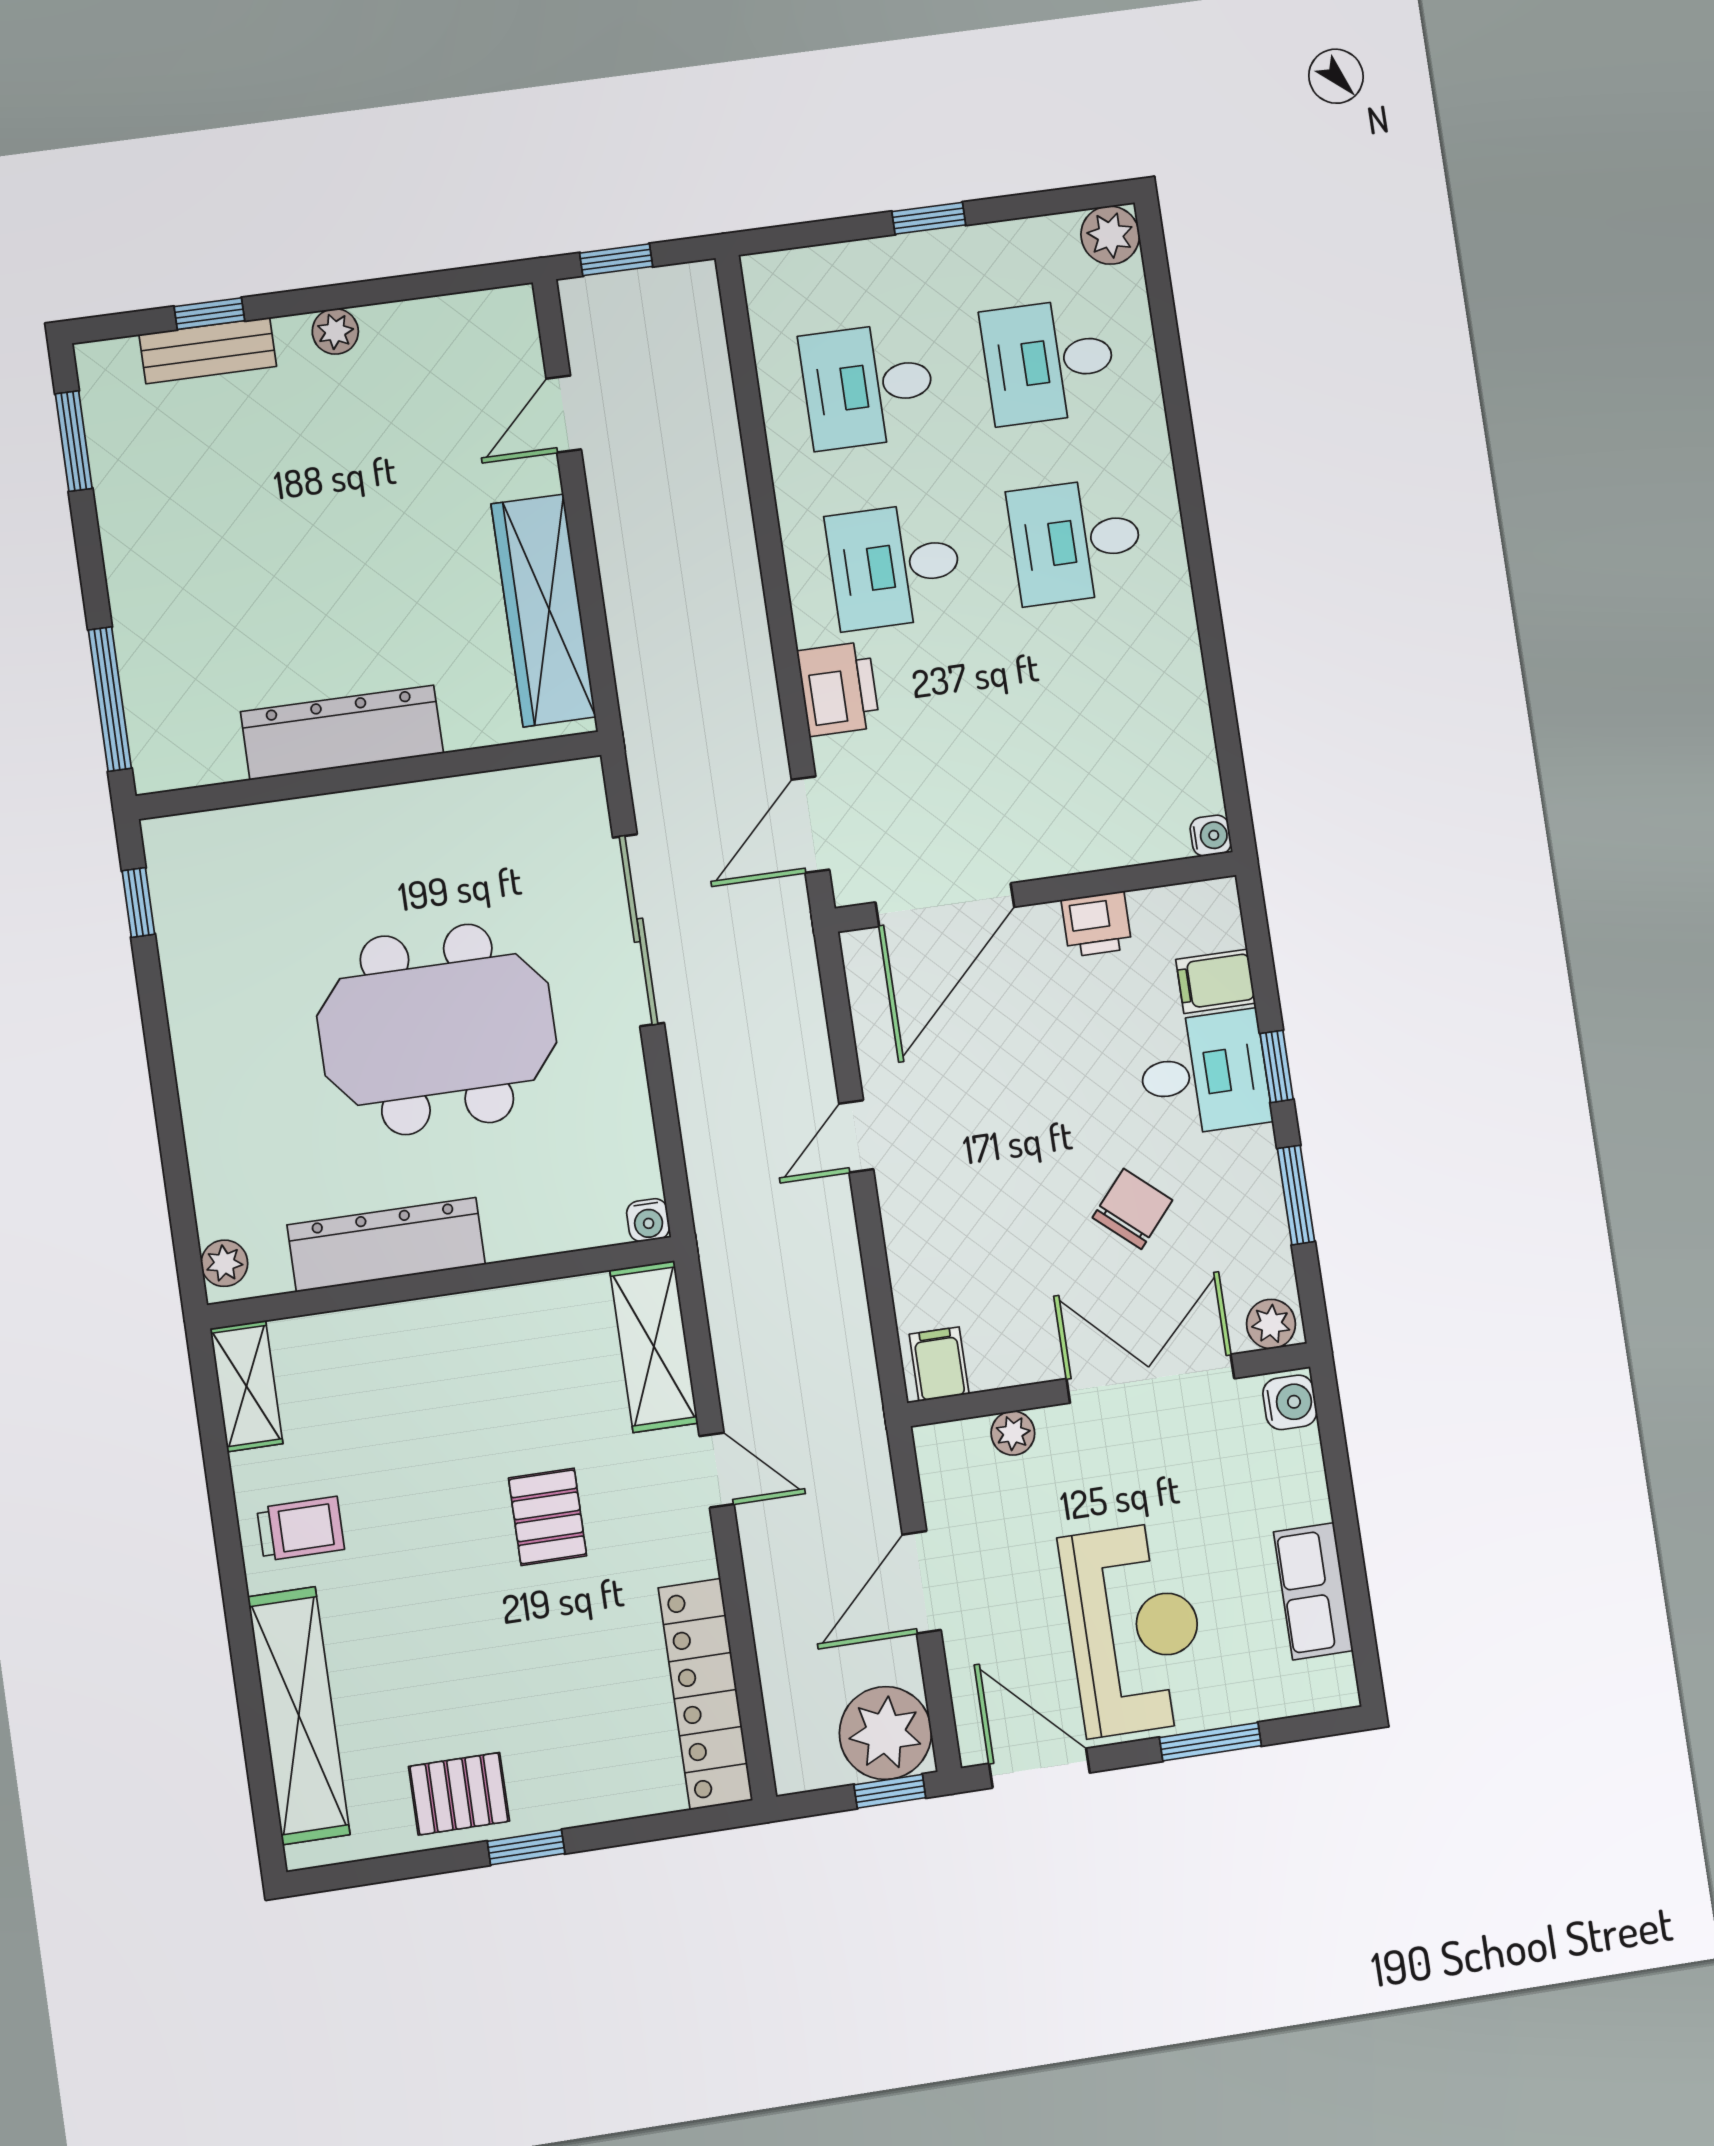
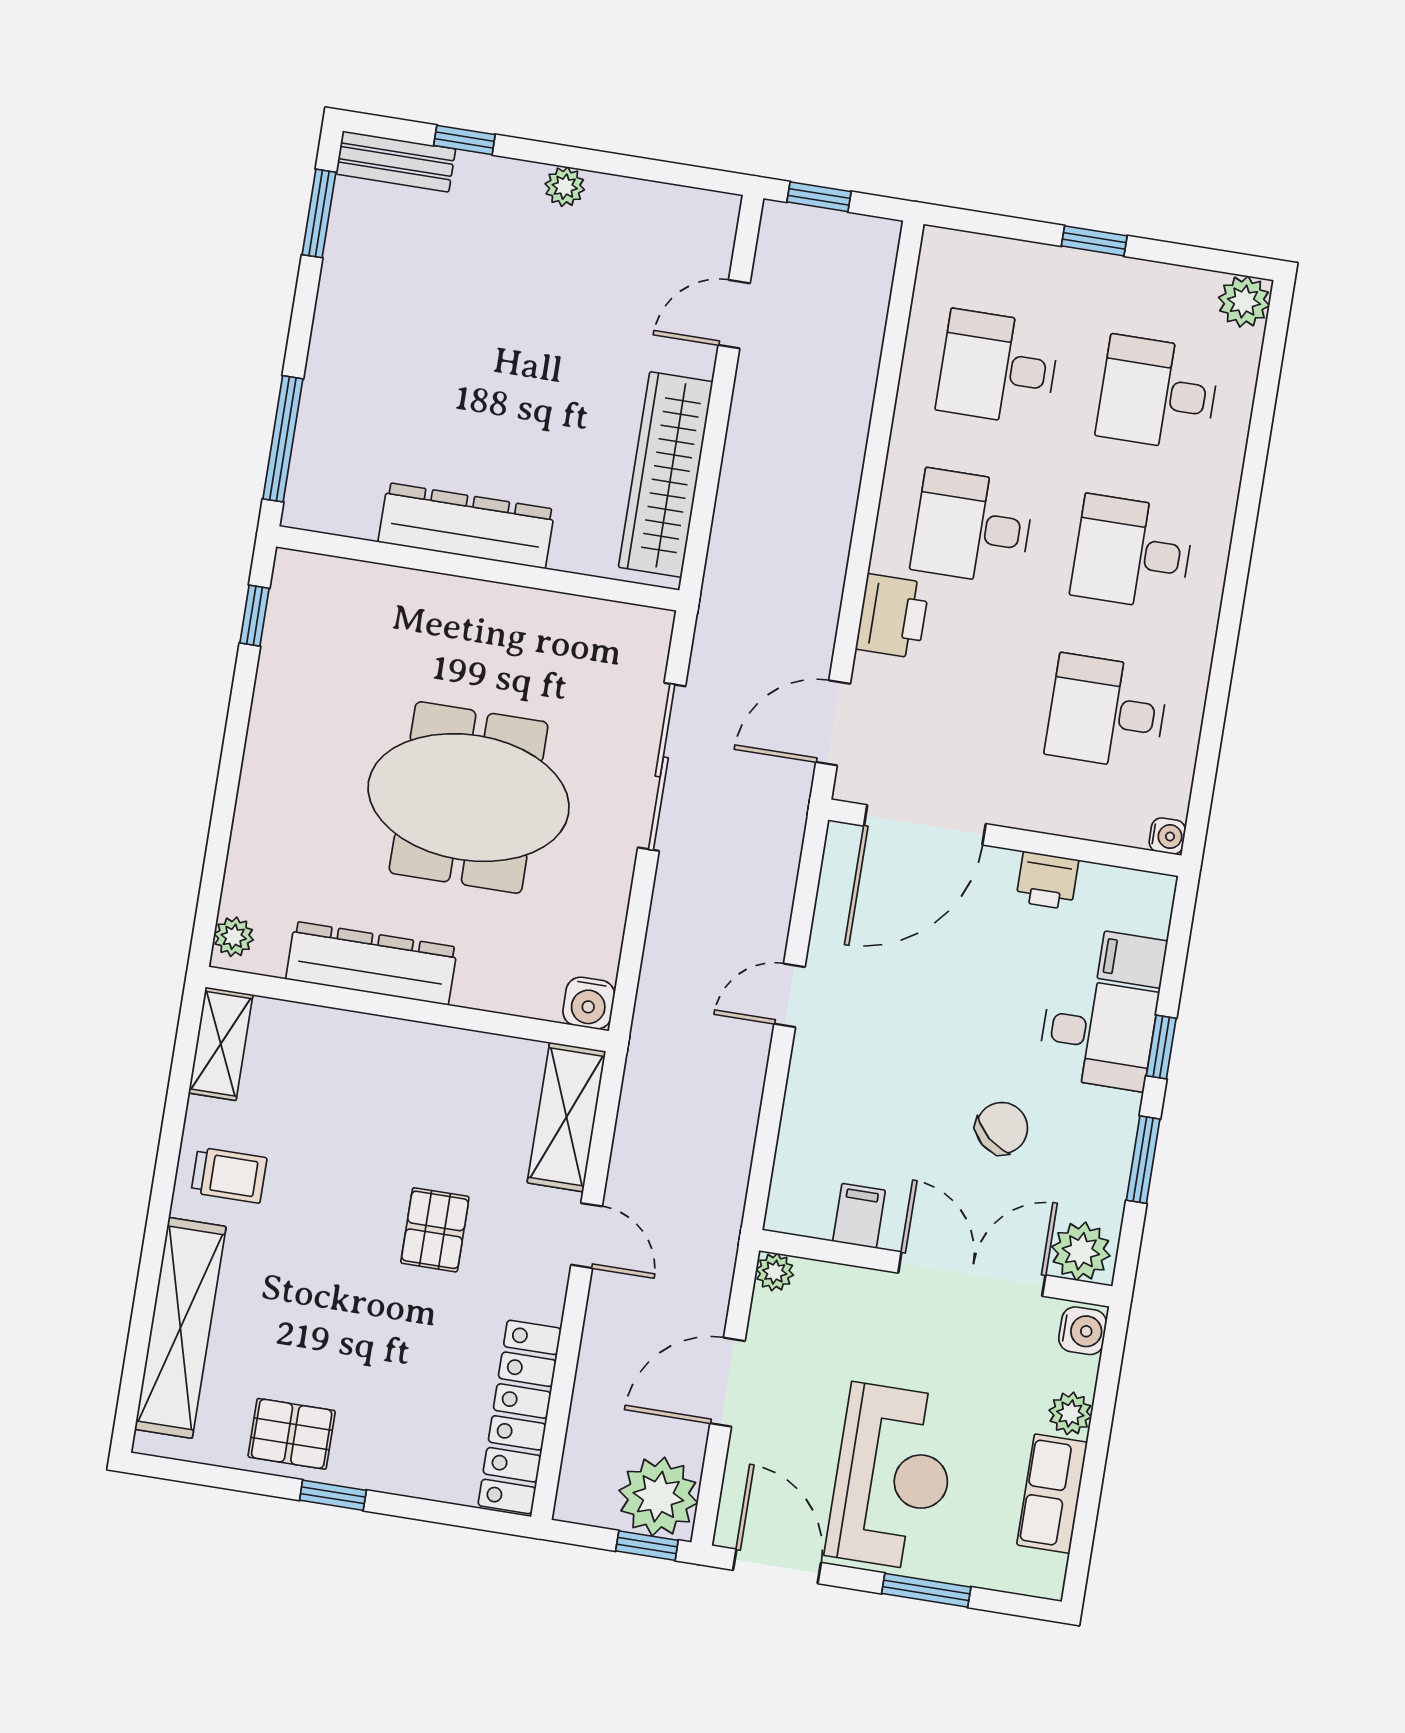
bench: (208, 350) -> (396, 161), moved
desk: (1103, 721) -> (1107, 712), added
water cooler: (648, 1220) -> (589, 1003), width x1.38, depth x1.38
plant: (1271, 1324) -> (1081, 1251), width x1.38, depth x1.38
filing cabinet: (939, 1364) -> (859, 1216), moved
plant: (1013, 1433) -> (775, 1272), moved
plant: (1305, 1497) -> (1070, 1413), added

